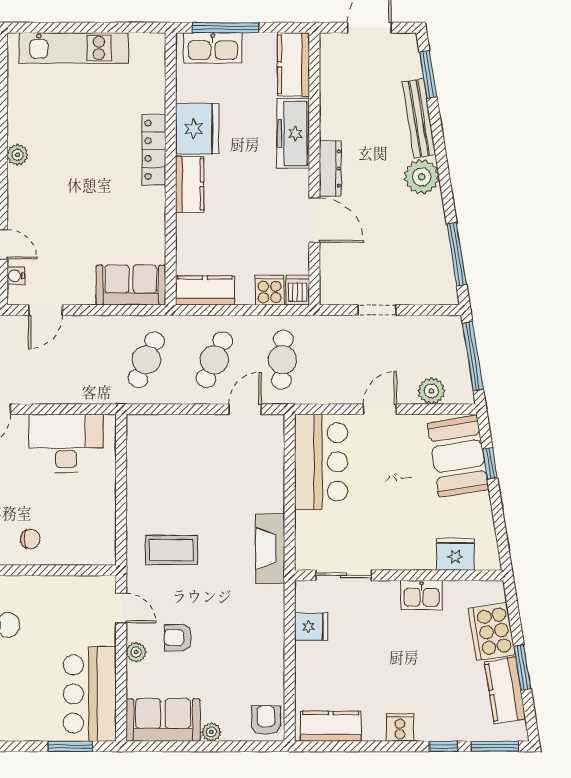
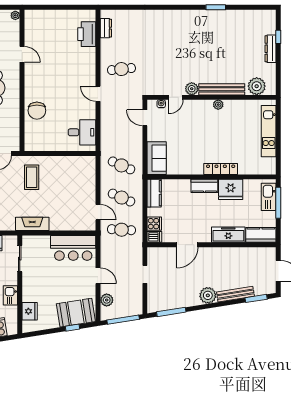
dresser: (330, 169) -> (212, 252), removed
desk: (66, 443) -> (82, 132), width x0.73
chair: (30, 539) -> (37, 111), width x1.87, depth x1.87

